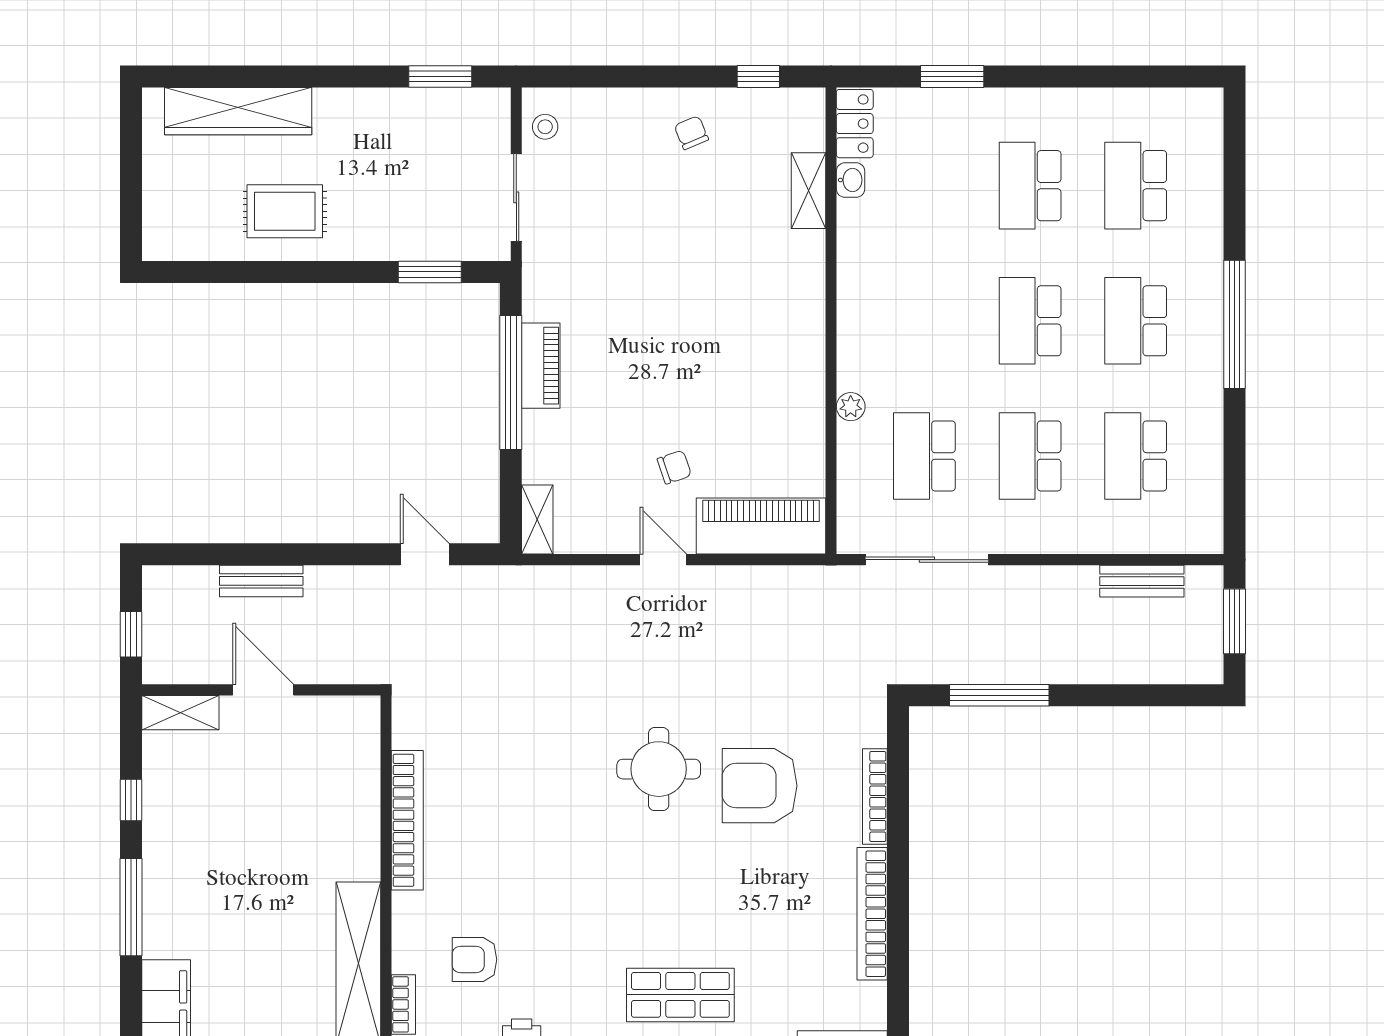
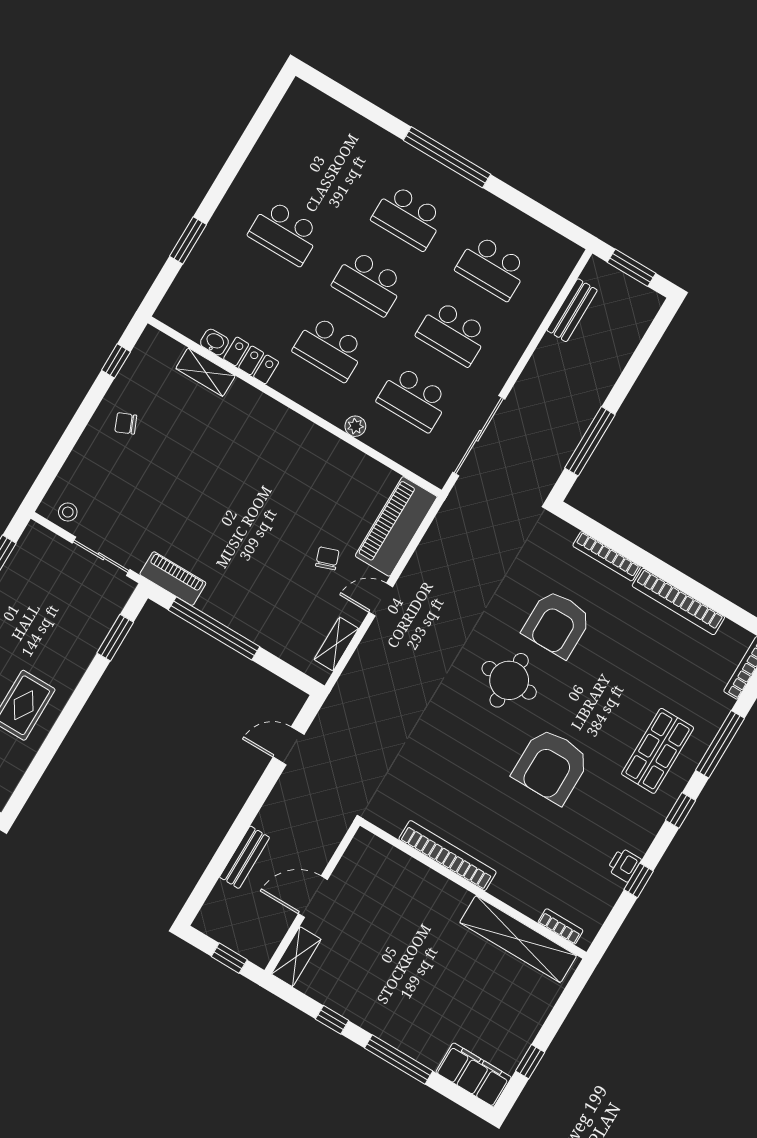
locker: (855, 124) -> (251, 360), moved
school desk: (1136, 186) -> (329, 349), moved
piano: (541, 366) -> (173, 579), moved
shelving: (537, 520) -> (336, 644), moved, turned 90
armchair: (474, 960) -> (551, 766), moved, width x1.88, depth x1.88

